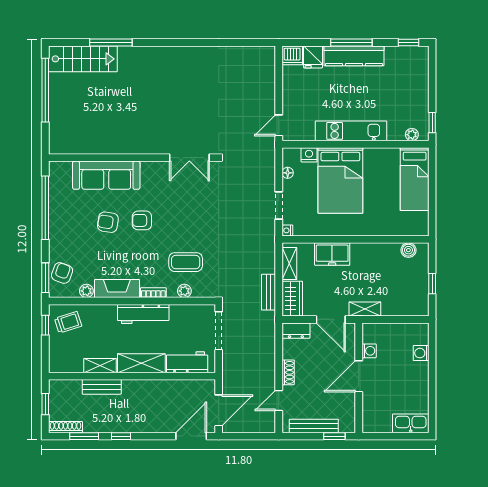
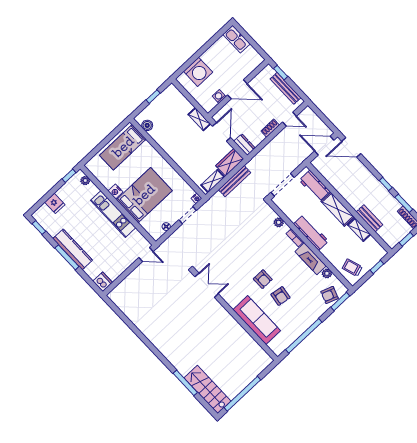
fridge: (313, 57) -> (55, 203), moved, turned 90
nightstand: (309, 155) -> (115, 191), moved
bed: (415, 179) -> (123, 147), moved, turned 180
freezer: (332, 254) -> (187, 163), removed
coffee table: (186, 262) -> (263, 236), removed
bench: (268, 292) -> (235, 181), width x1.36
window: (45, 325) -> (377, 267), moved
washing machine: (421, 353) -> (198, 72), width x1.89, depth x1.89

